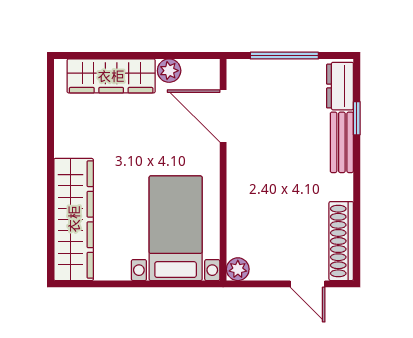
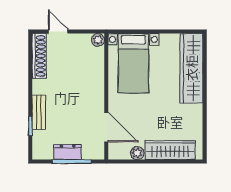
dresser: (340, 86) -> (68, 152), moved, turned -90

